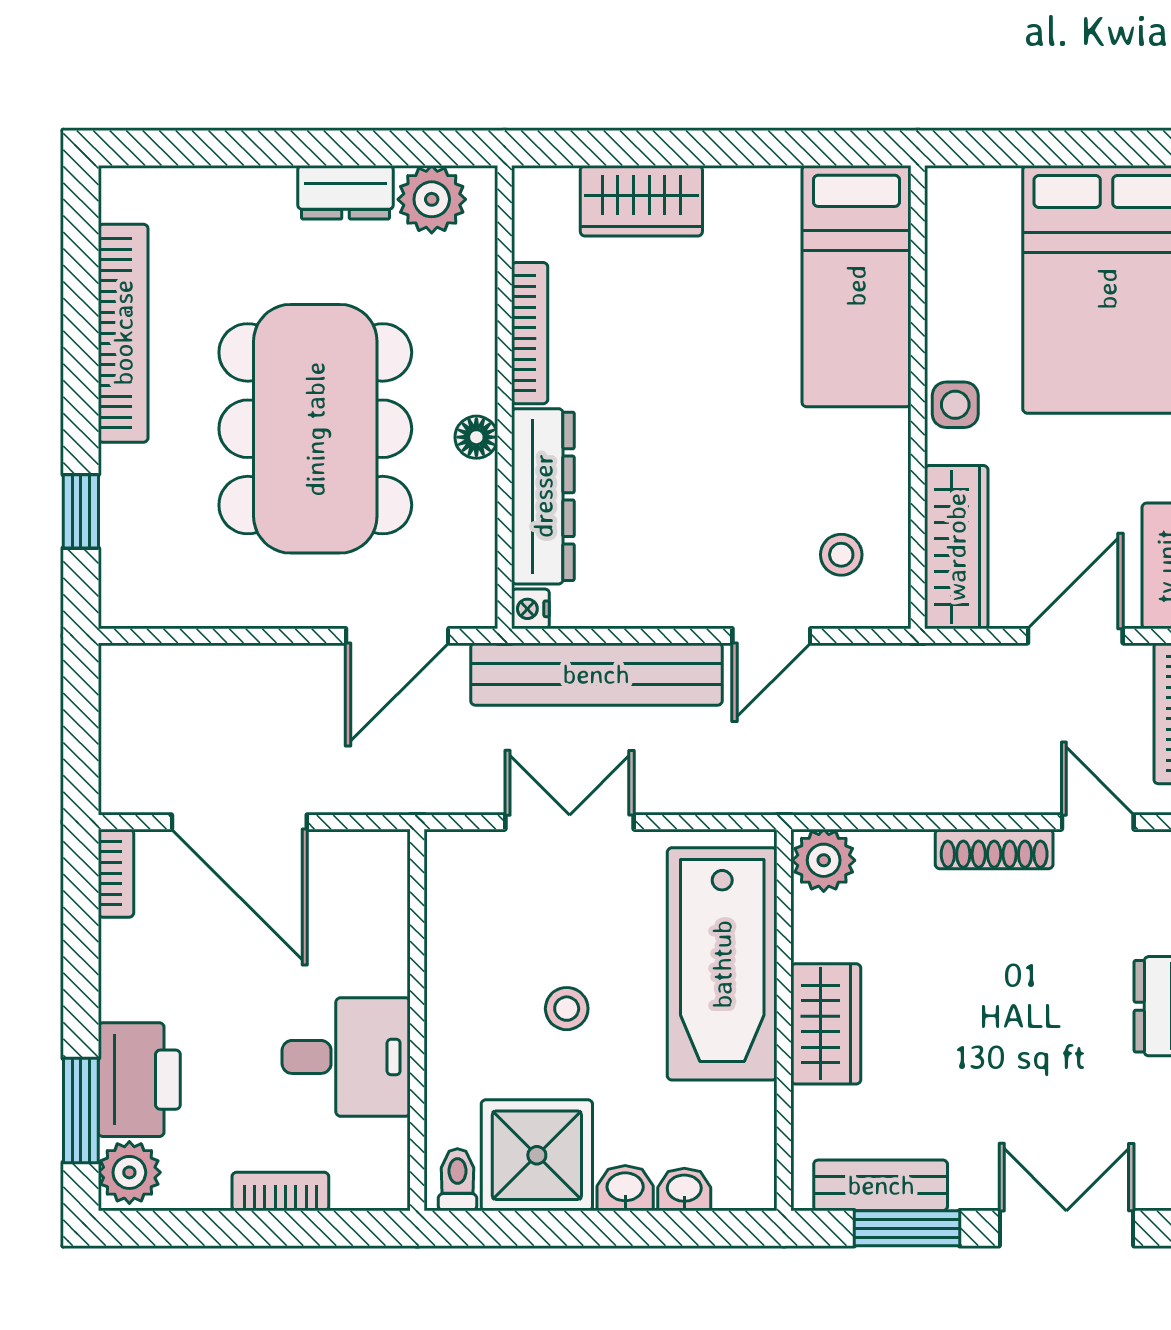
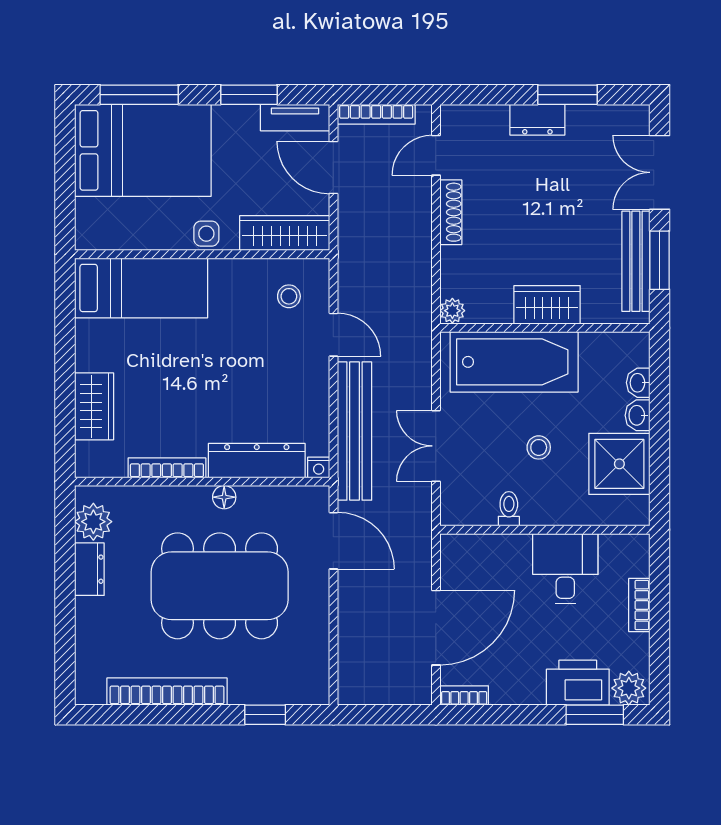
plant: (824, 860) -> (452, 311), width x0.73, depth x0.73
toilet: (457, 1180) -> (509, 509), moved, turned 90
bench: (881, 1185) -> (636, 261), width x1.36

